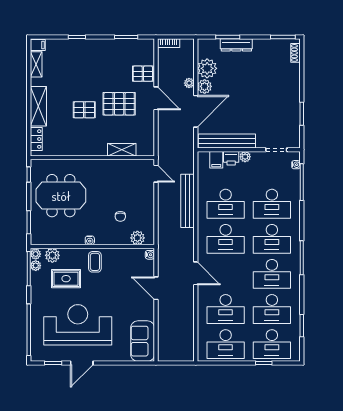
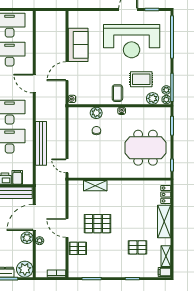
plant: (207, 68) -> (25, 269), moved
pallet: (84, 110) -> (138, 247), moved
plant: (137, 238) -> (96, 113), moved
door: (156, 288) -> (67, 71), swing flipped
sofa: (143, 341) -> (78, 45), moved

